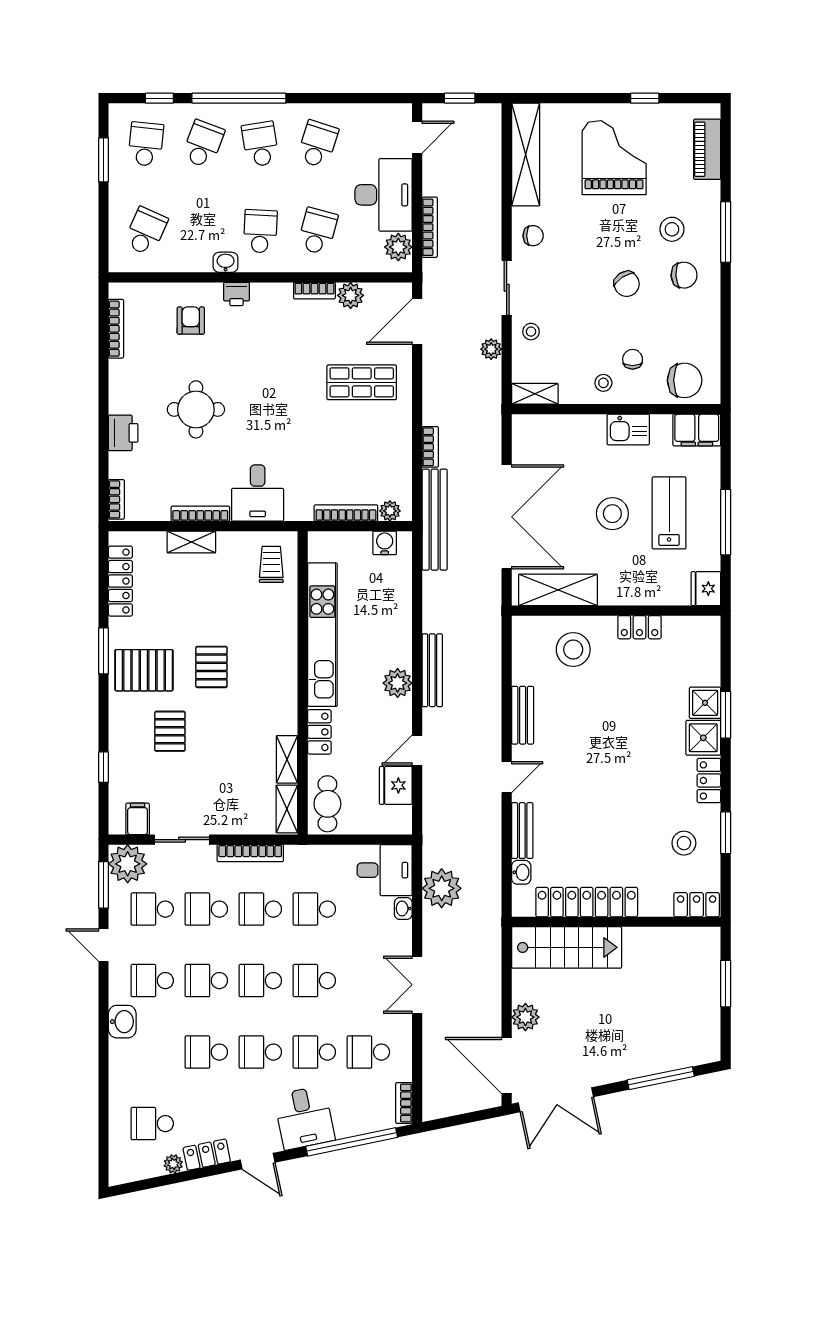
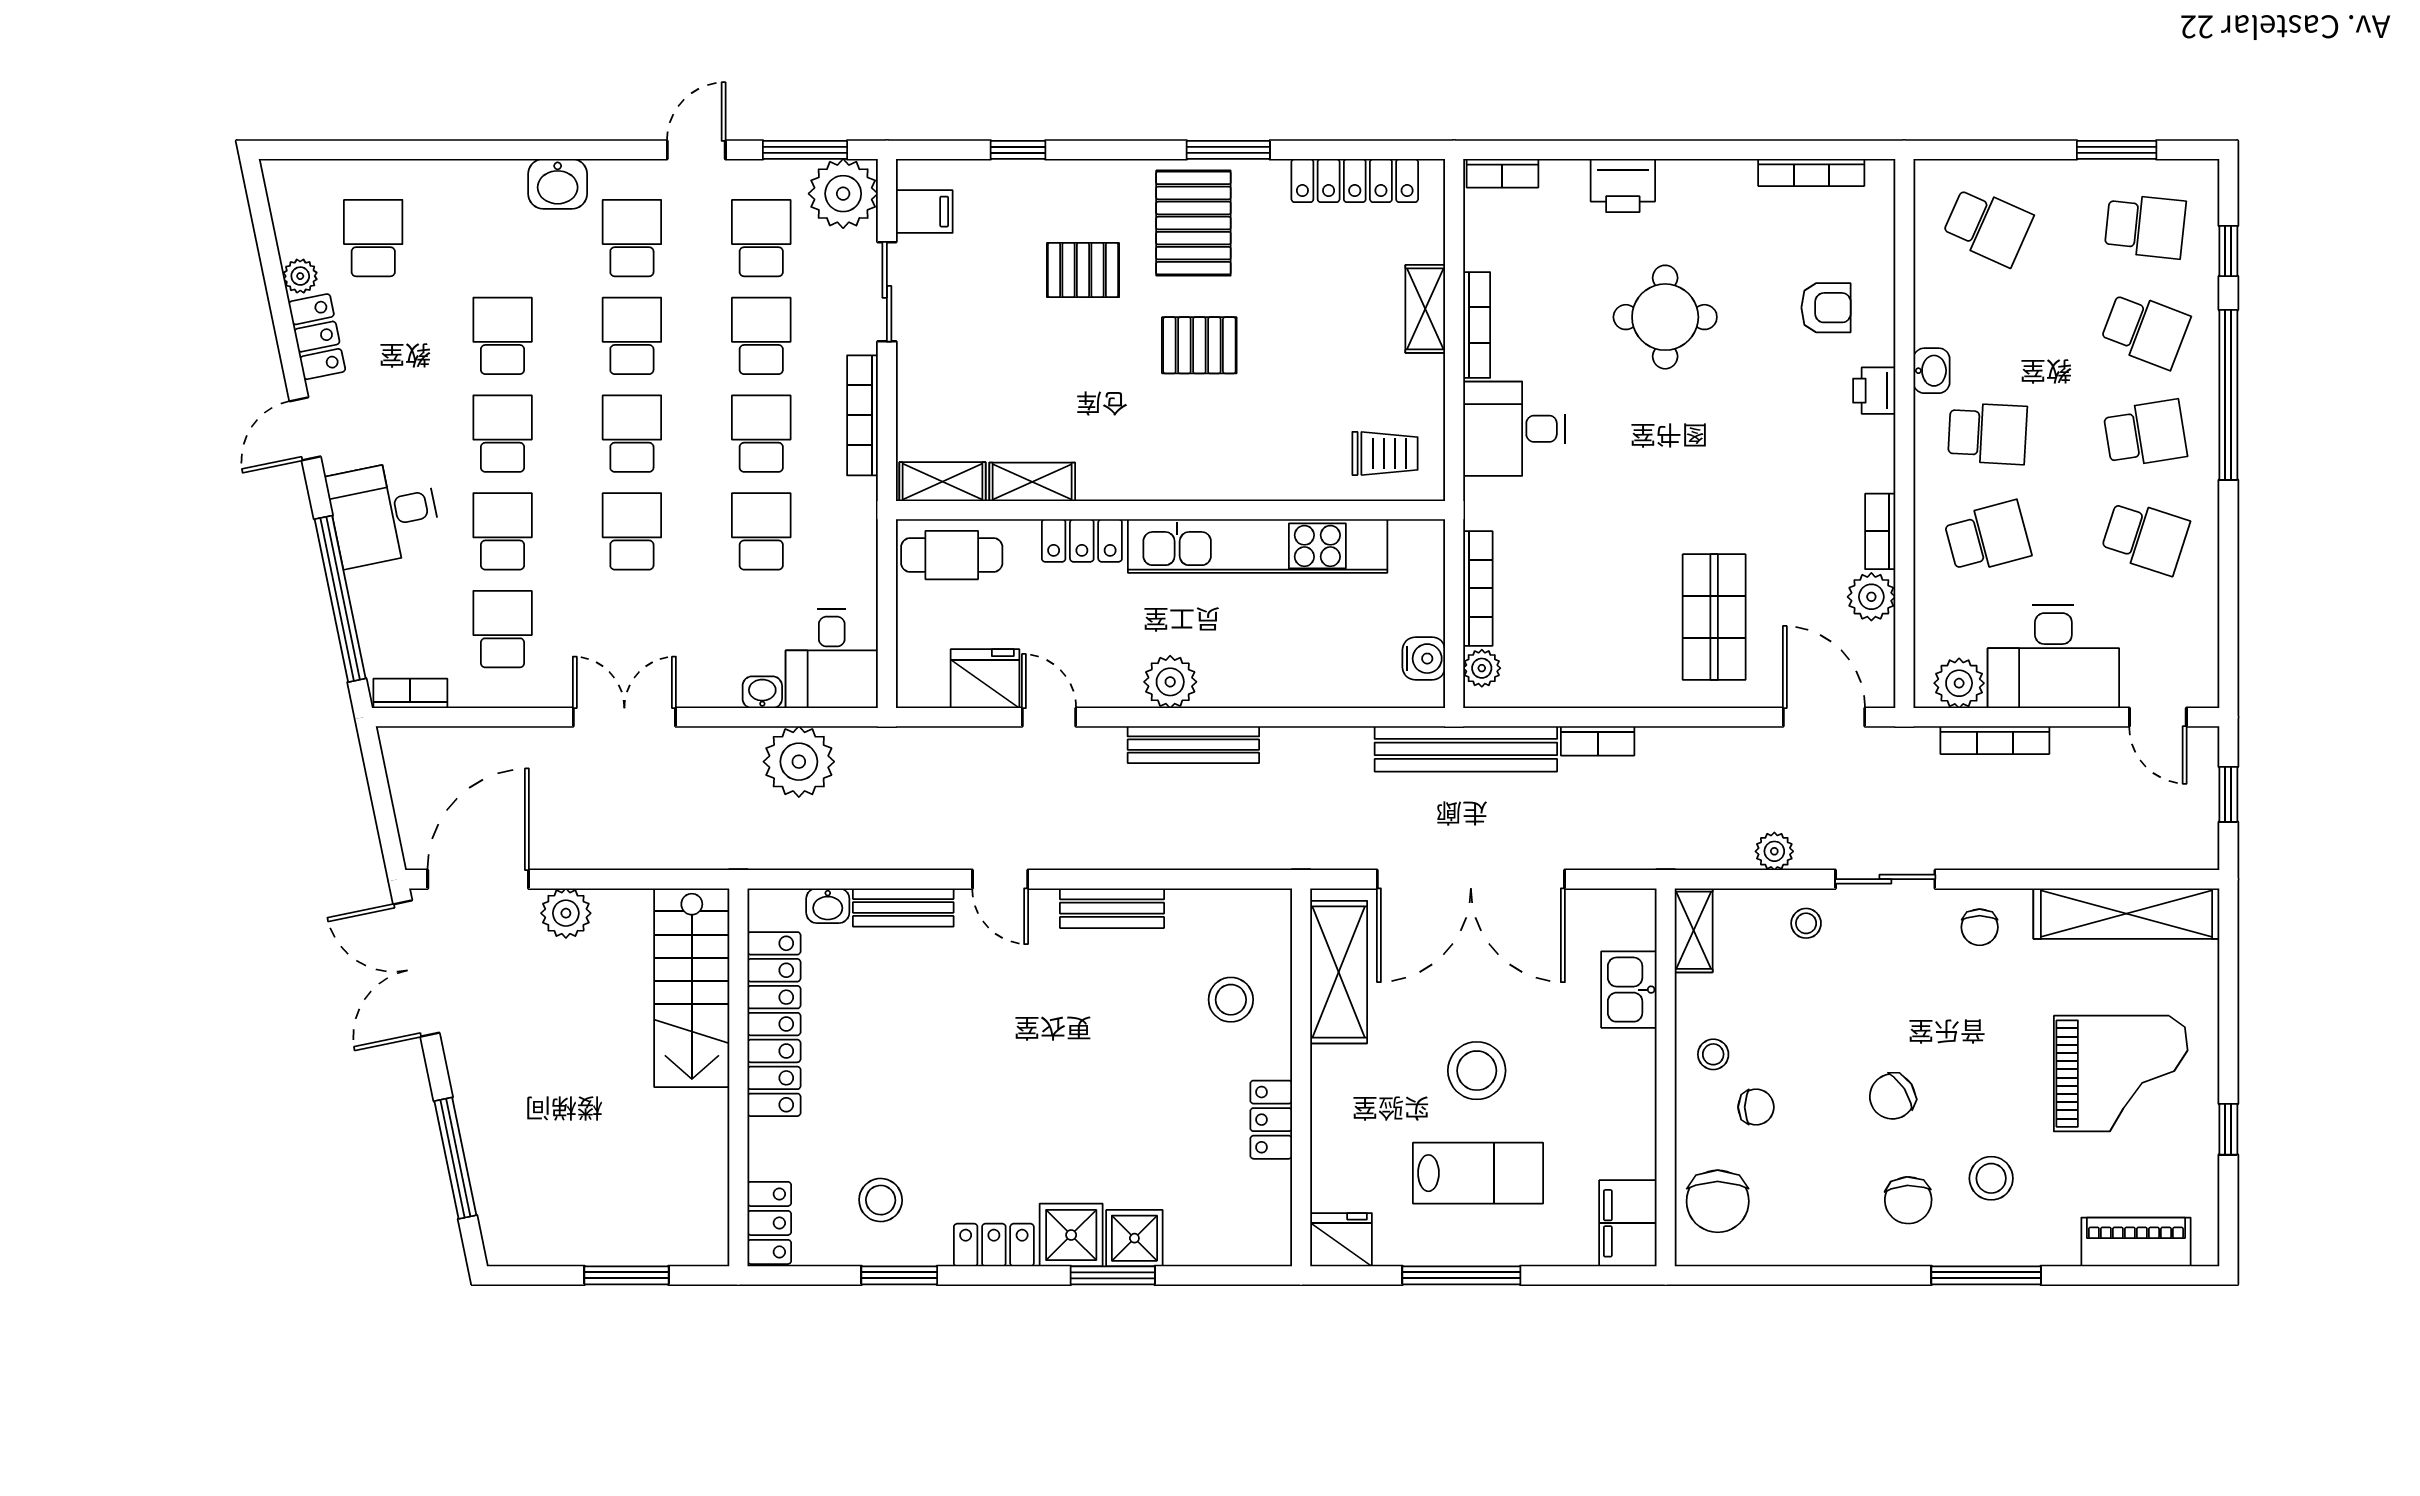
school desk: (318, 231) -> (1988, 537), turned -30
kitchen sink: (628, 429) -> (1629, 990), moved
stool: (573, 650) -> (1231, 1000), width x0.73, depth x0.73

